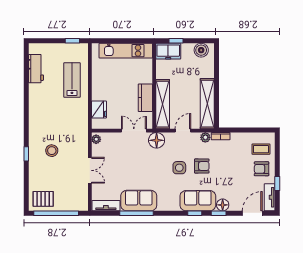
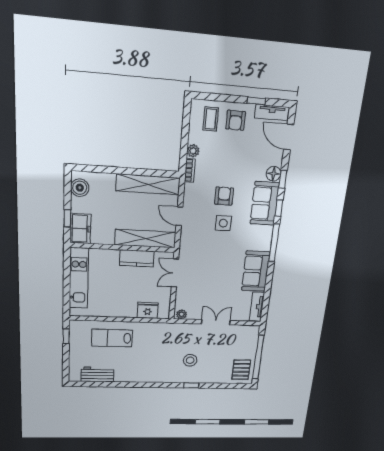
plant: (205, 137) -> (193, 151), moved
floor lamp: (157, 140) -> (188, 248), removed
window: (136, 213) -> (274, 243), moved

